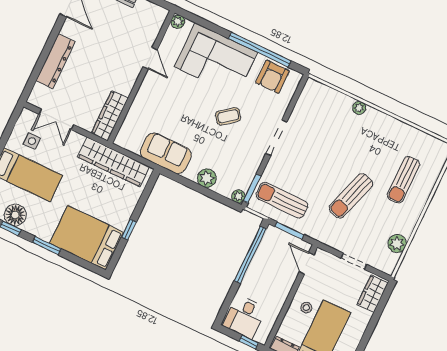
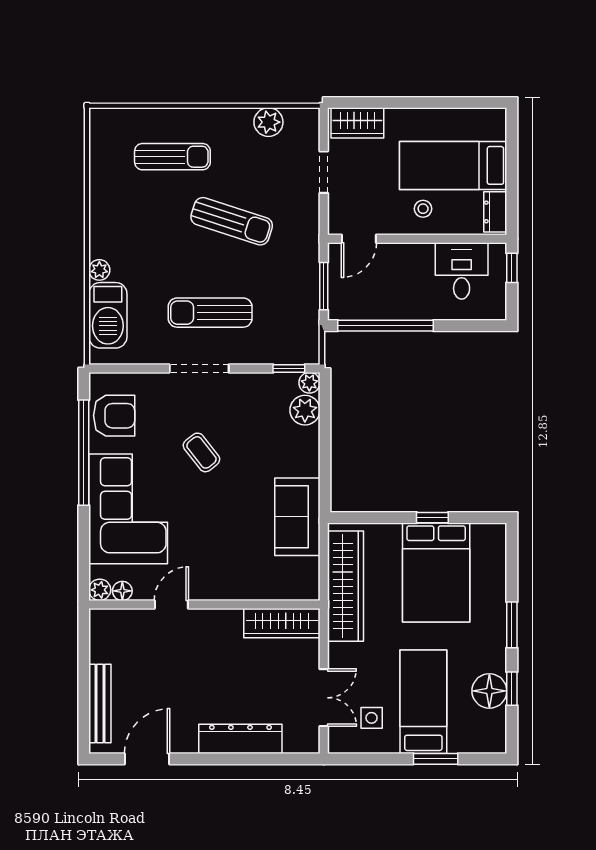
floor lamp: (171, 34) -> (122, 591), added
barbecue: (331, 100) -> (108, 315), added
plant: (207, 178) -> (305, 410), moved
window: (252, 189) -> (289, 368), width x0.67
sun lounger: (282, 200) -> (210, 313), moved, turned 90
bed: (87, 238) -> (436, 572), moved
desk: (245, 317) -> (462, 271), moved, turned -90

